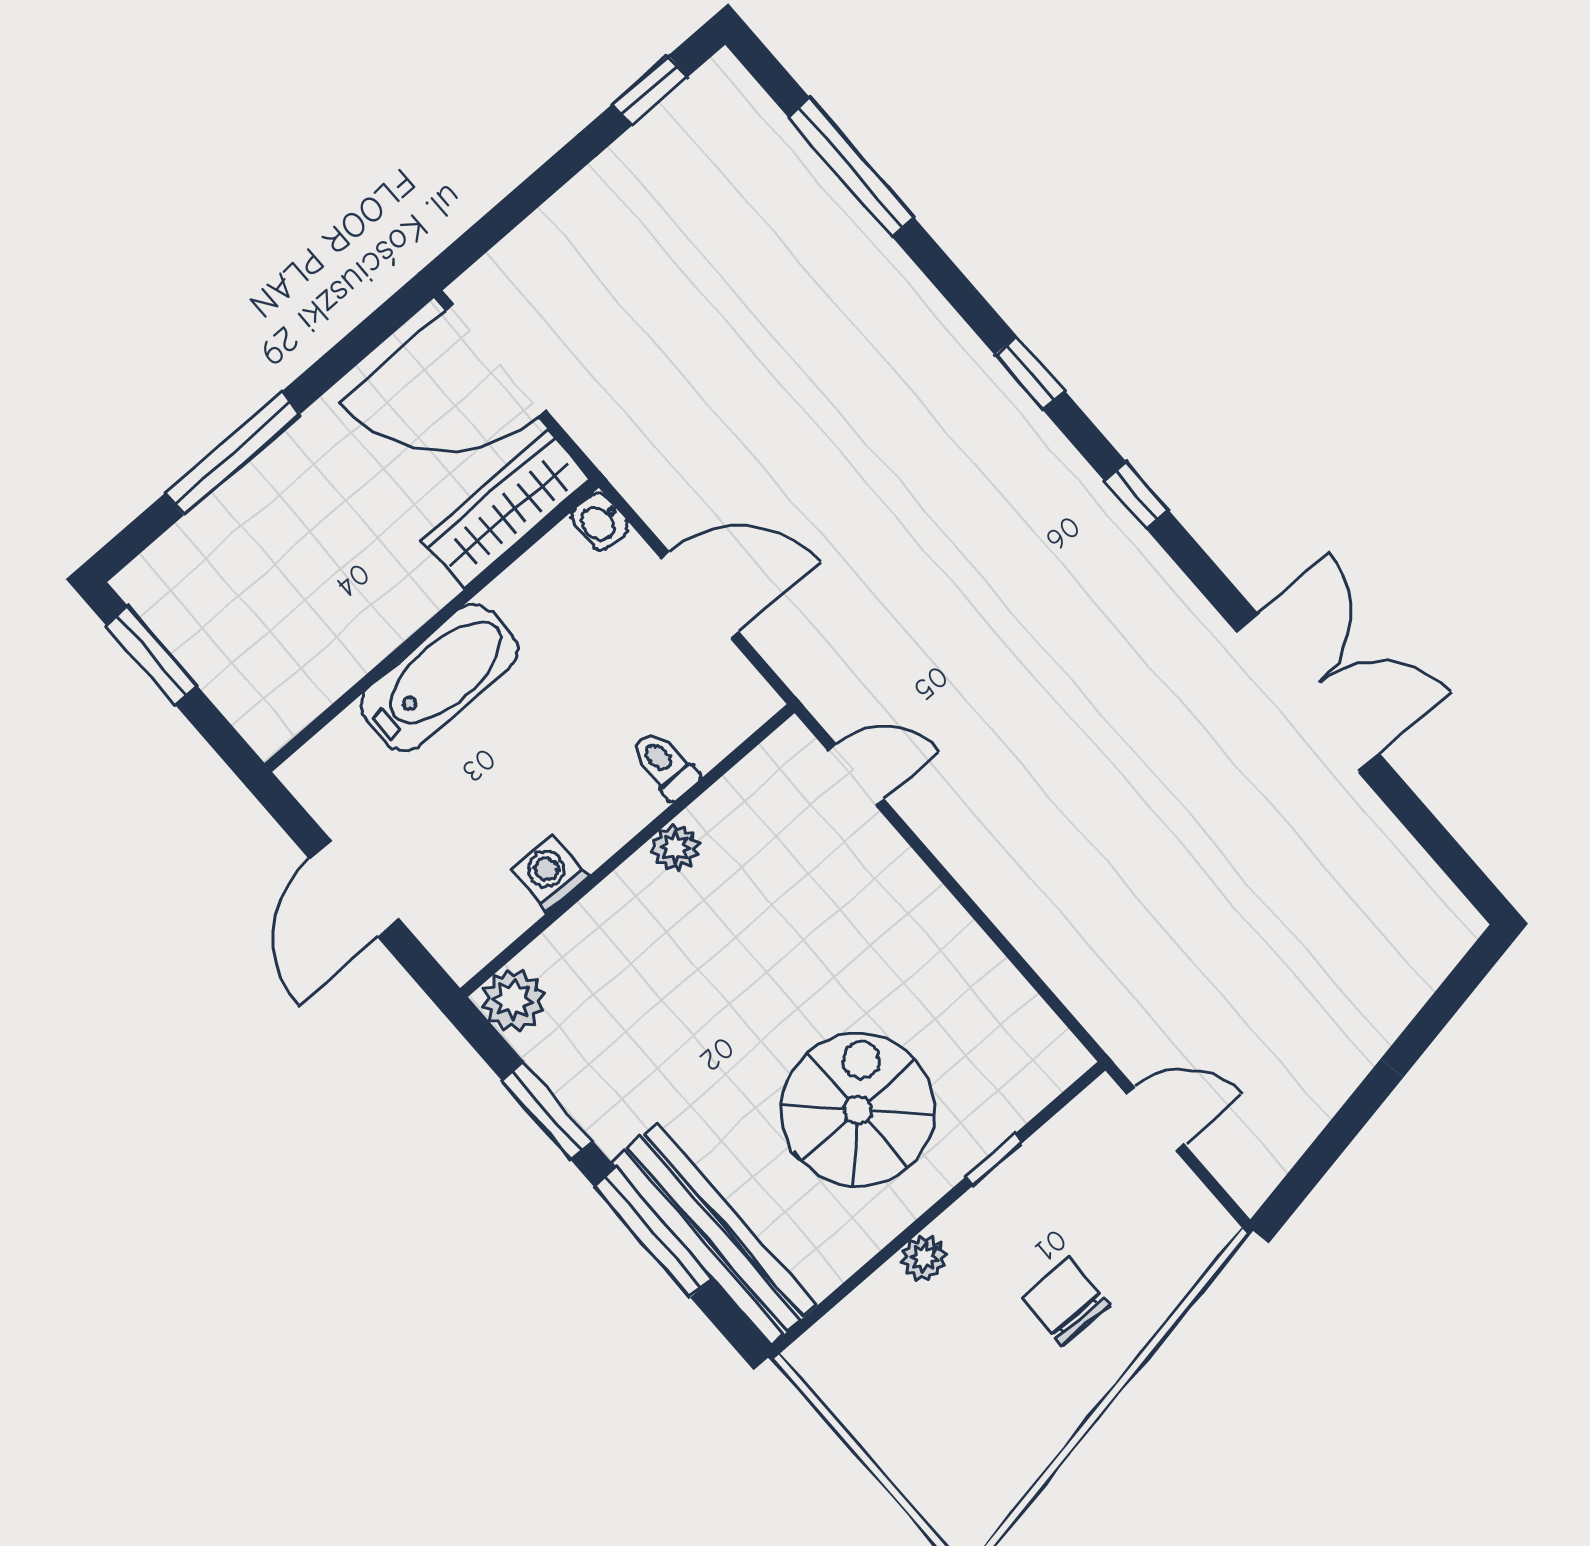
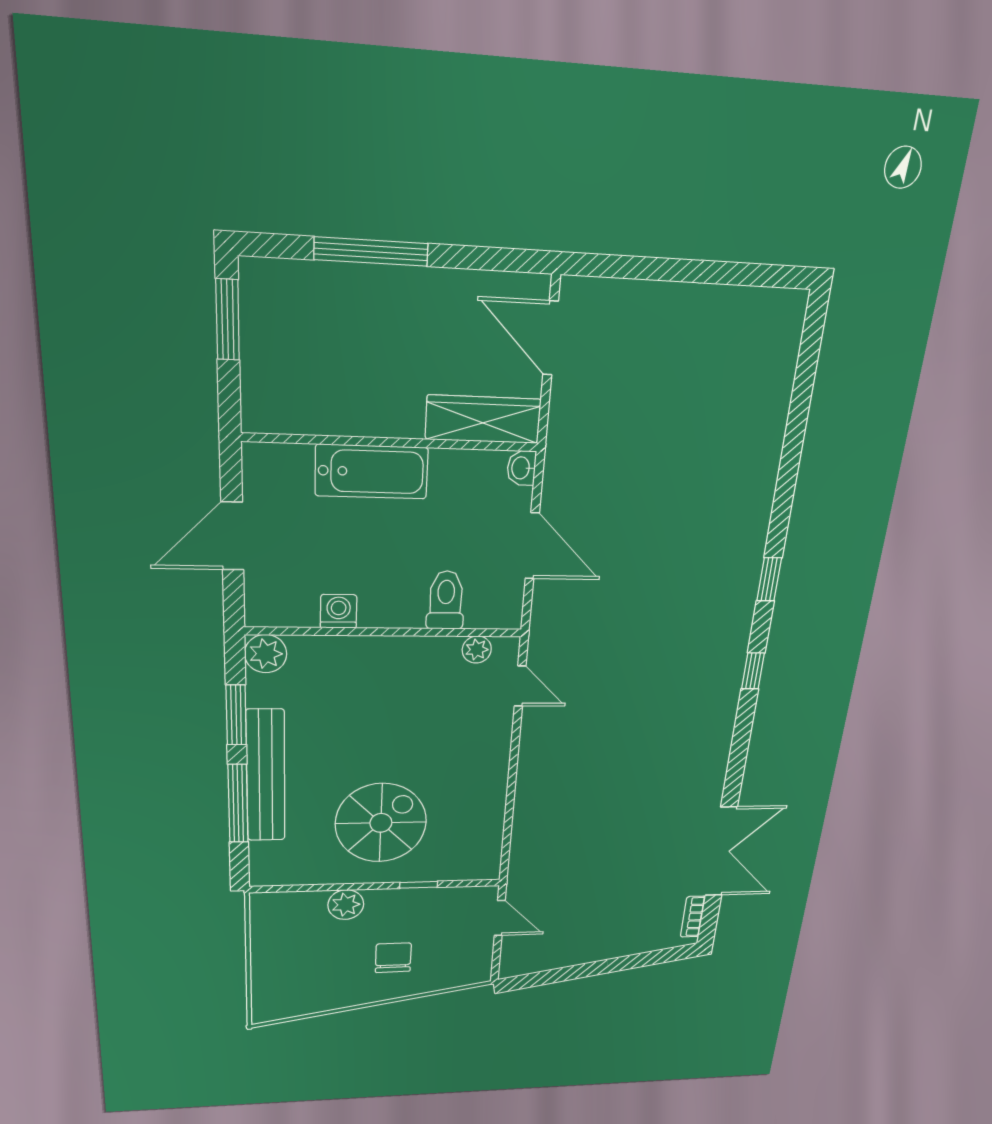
window: (650, 90) -> (756, 275), removed
window: (851, 167) -> (799, 410), removed
door: (496, 360) -> (551, 338), width x0.73
double door: (1308, 693) -> (721, 852), moved
toilet: (665, 764) -> (446, 600), width x1.37, depth x1.39
plant: (675, 848) -> (477, 650), moved
bookcase: (1436, 890) -> (693, 917), added
bench: (714, 1234) -> (266, 776), moved
plant: (924, 1258) -> (346, 905), width x1.38, depth x1.38

